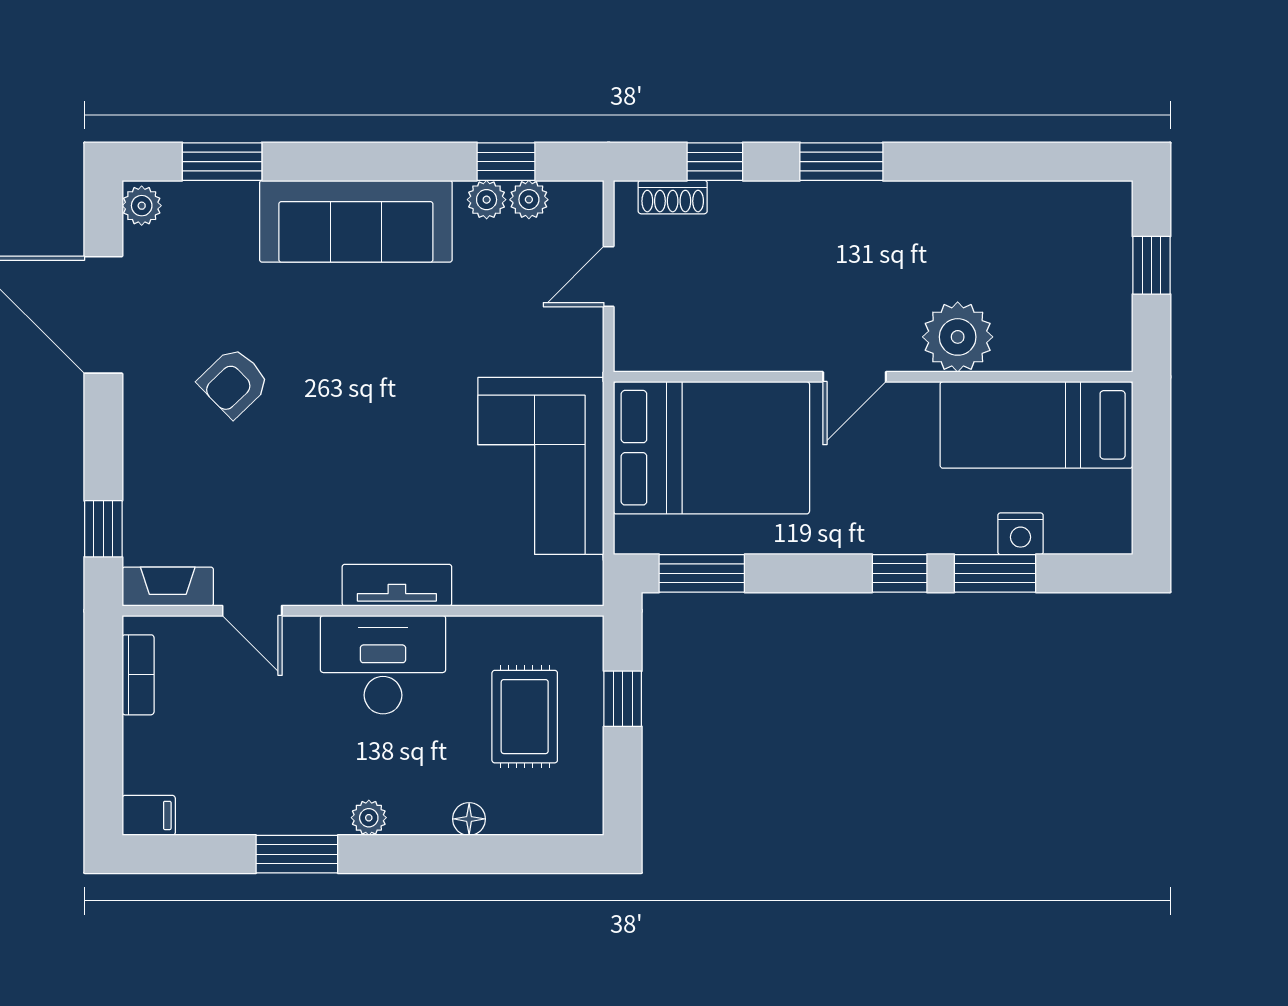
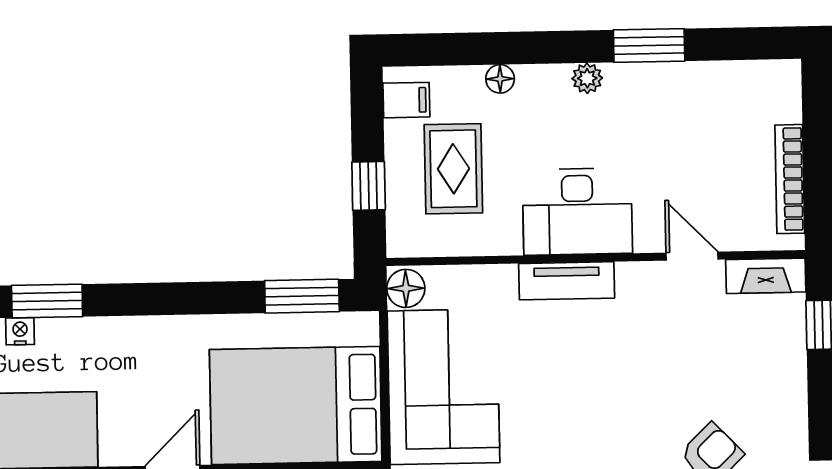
nightstand: (1021, 534) -> (20, 331), width x0.72, depth x0.74
window: (900, 573) -> (130, 299), removed
floor lamp: (582, 580) -> (406, 288), added
bookcase: (138, 675) -> (790, 179), width x1.56
filing cabinet: (149, 815) -> (406, 100), moved, turned 180

